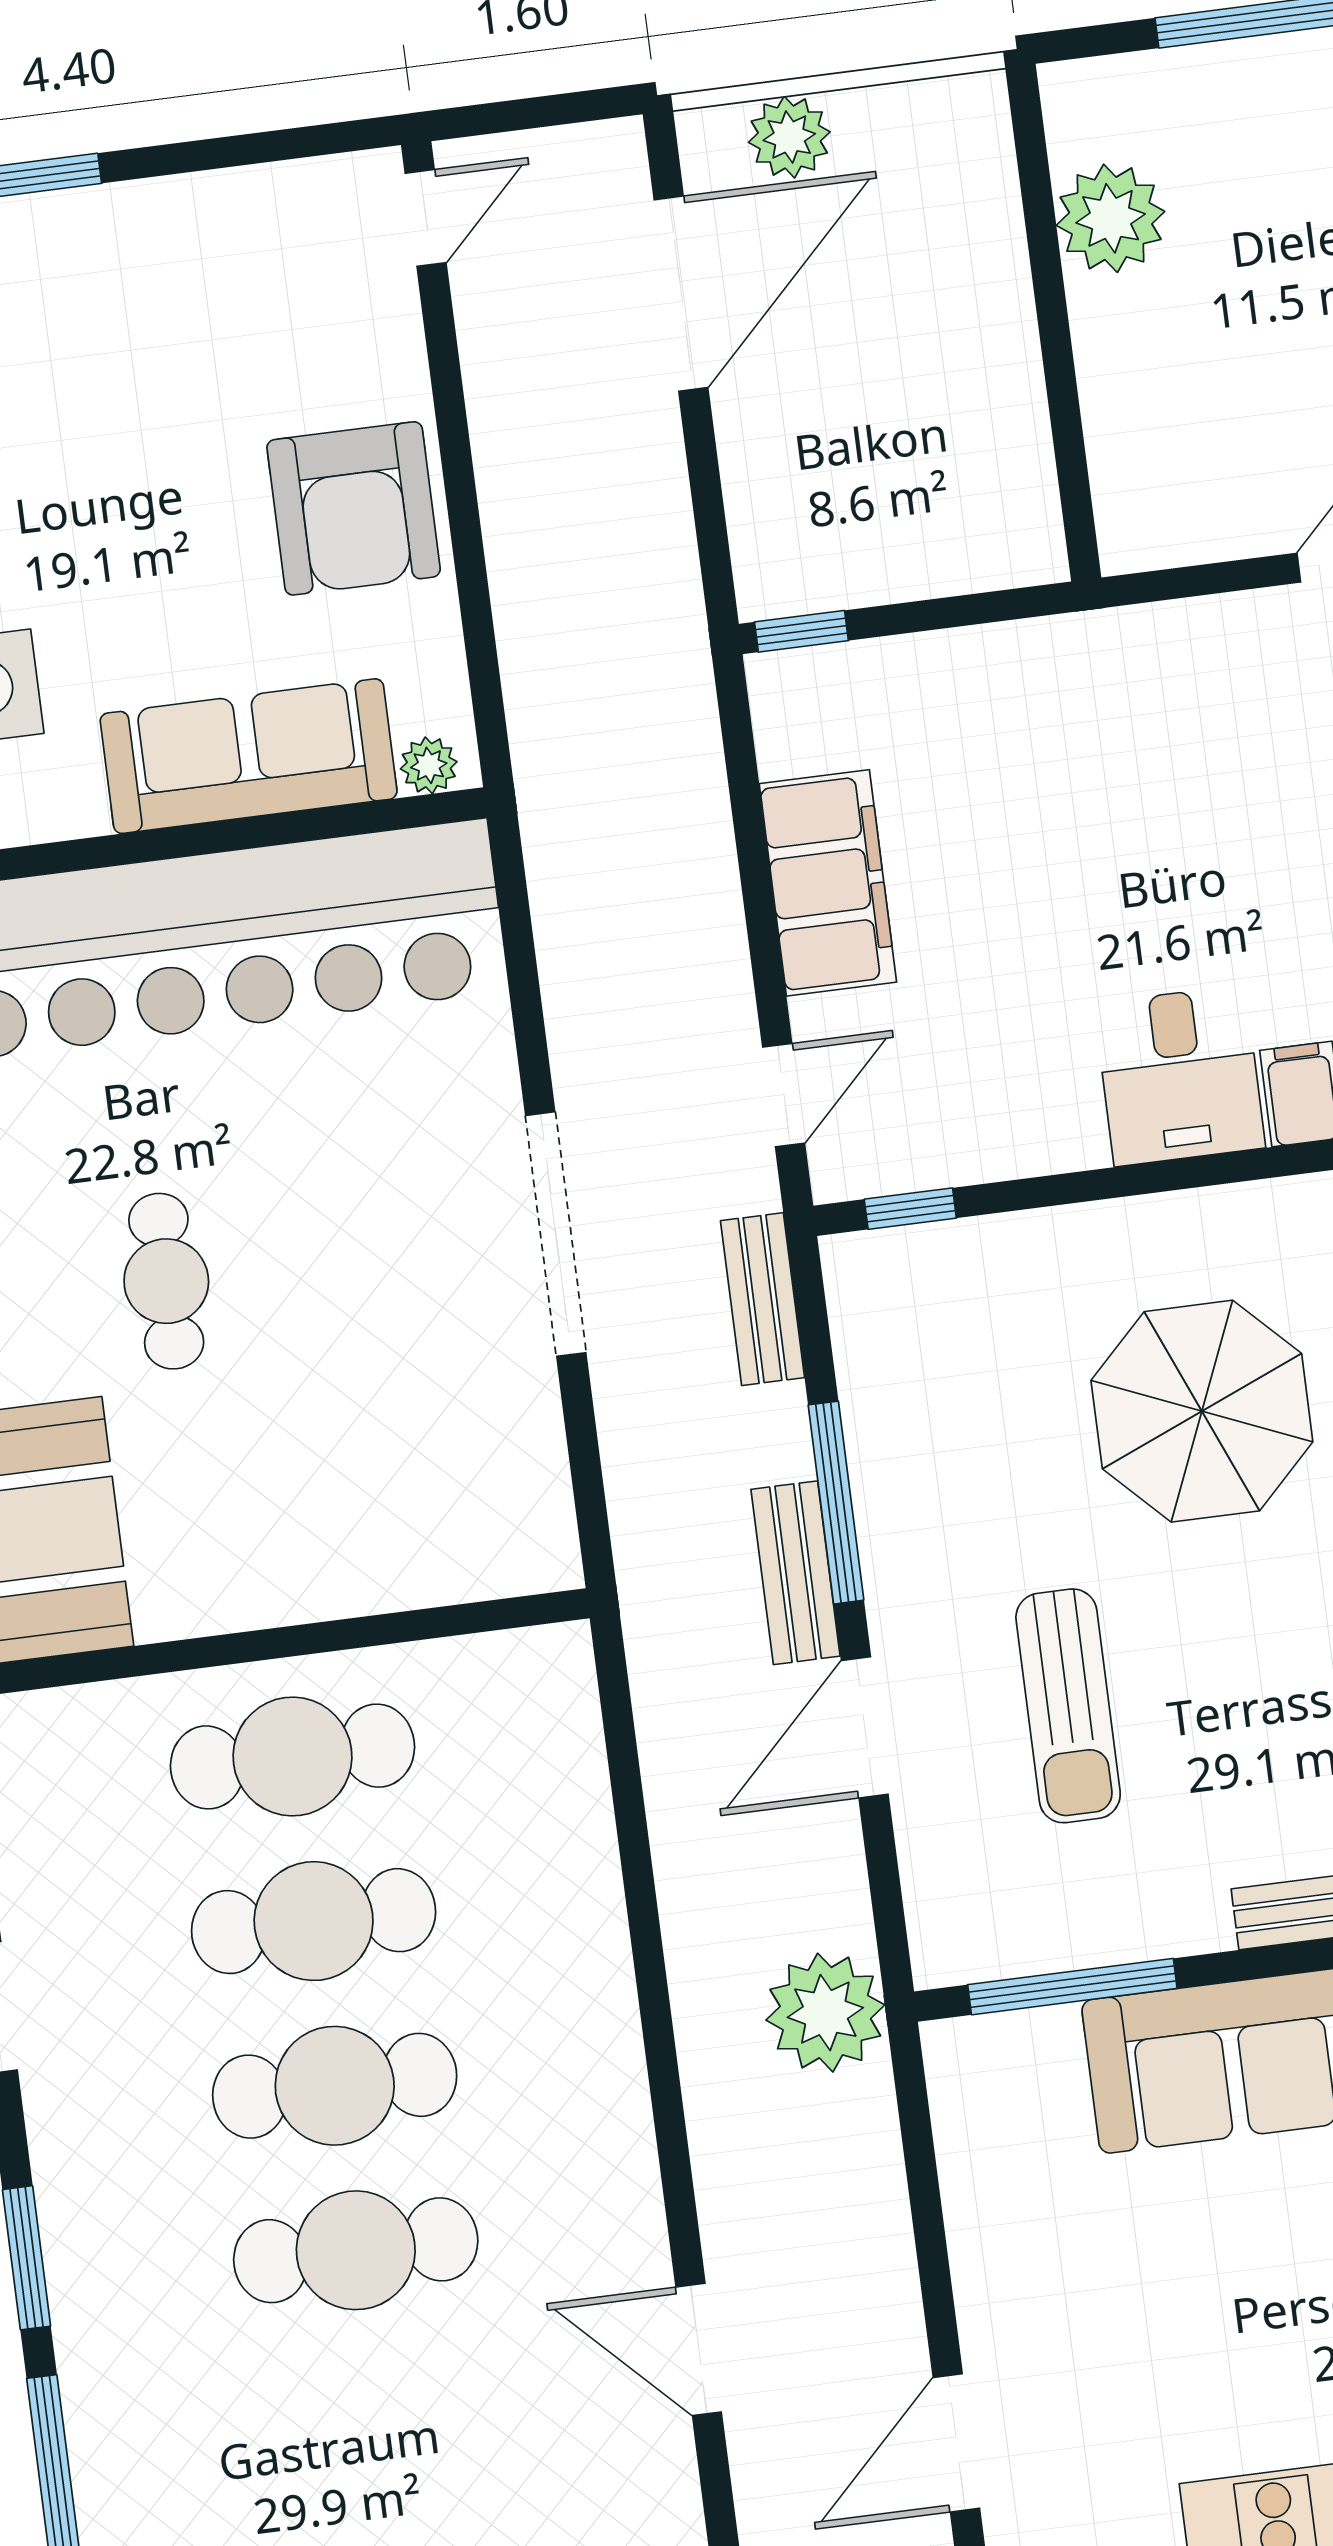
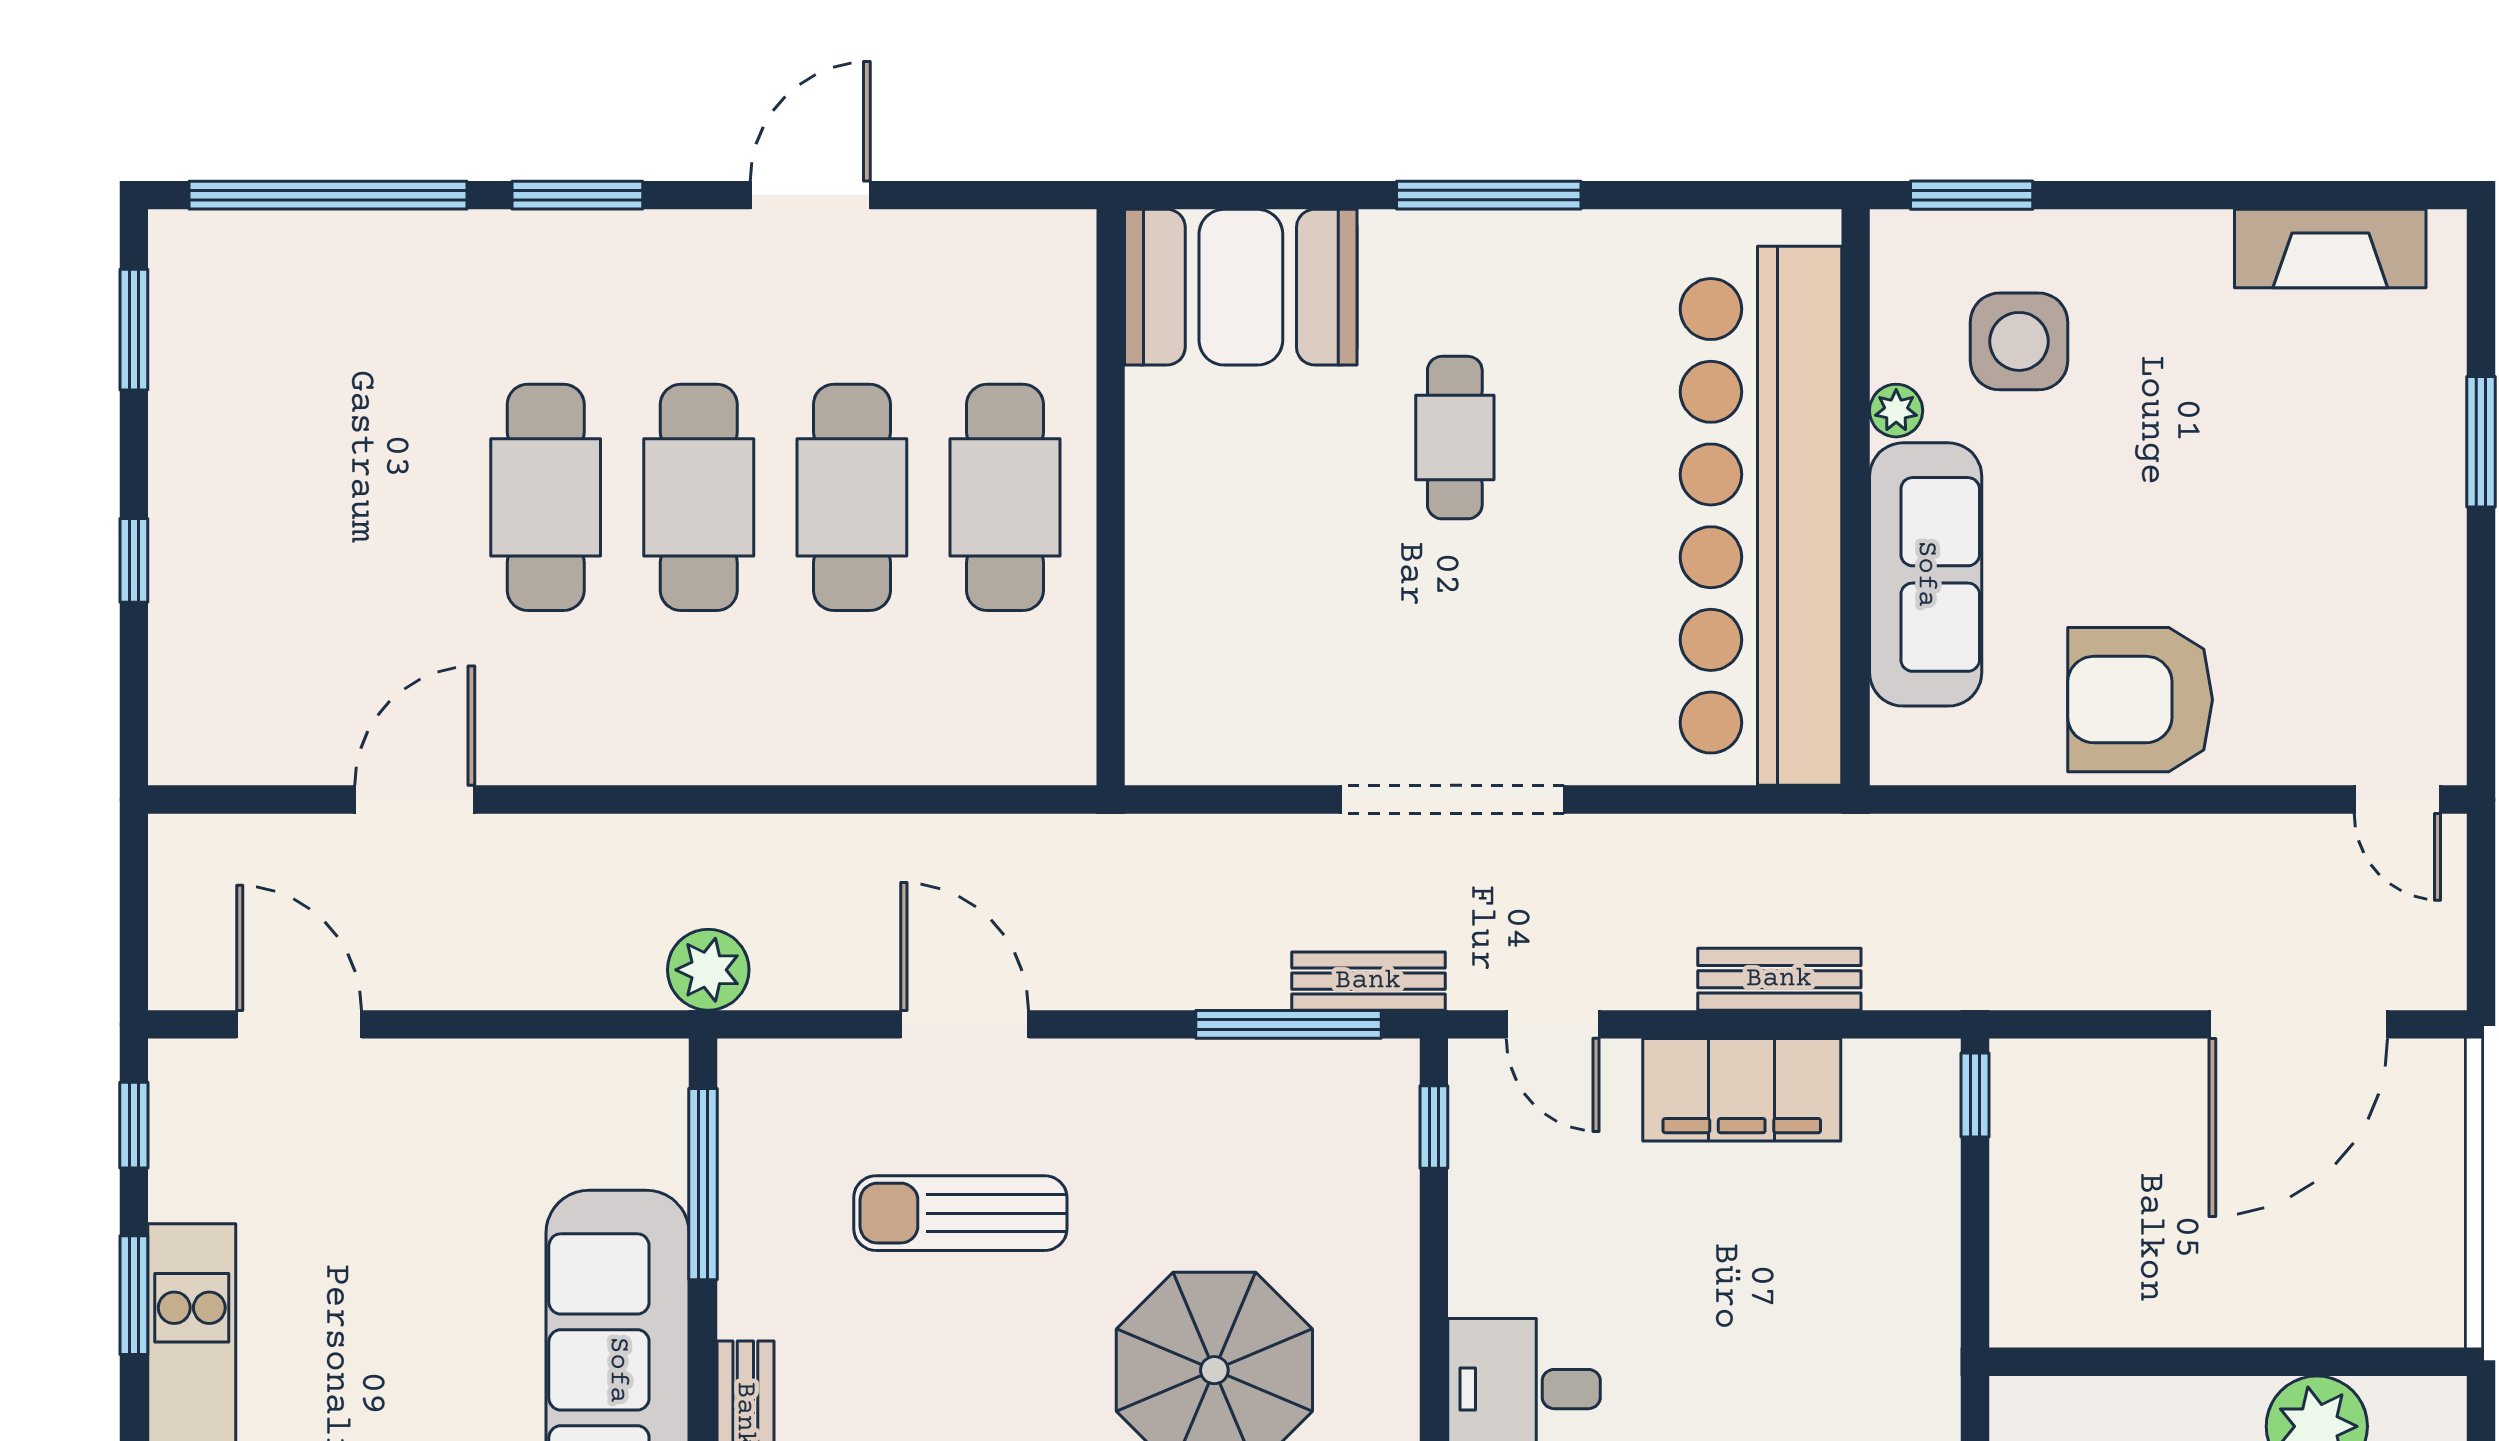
plant: (789, 137) -> (2429, 1142), removed
door: (681, 294) -> (2298, 1024), hinge flipped
plant: (429, 765) -> (1896, 411), moved
cafe table: (166, 1281) -> (1455, 438), turned 90
window: (836, 1503) -> (1289, 1024), moved
bench: (796, 1573) -> (1779, 979), moved
plant: (825, 2013) -> (708, 970), width x0.73, depth x0.73

